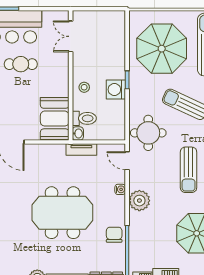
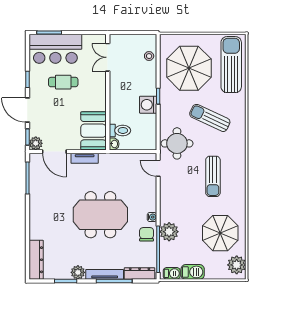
stool: (84, 87) -> (149, 56), moved
tv unit: (81, 150) -> (85, 158), moved
water cooler: (120, 189) -> (152, 217), moved
plant: (139, 201) -> (169, 232), moved

